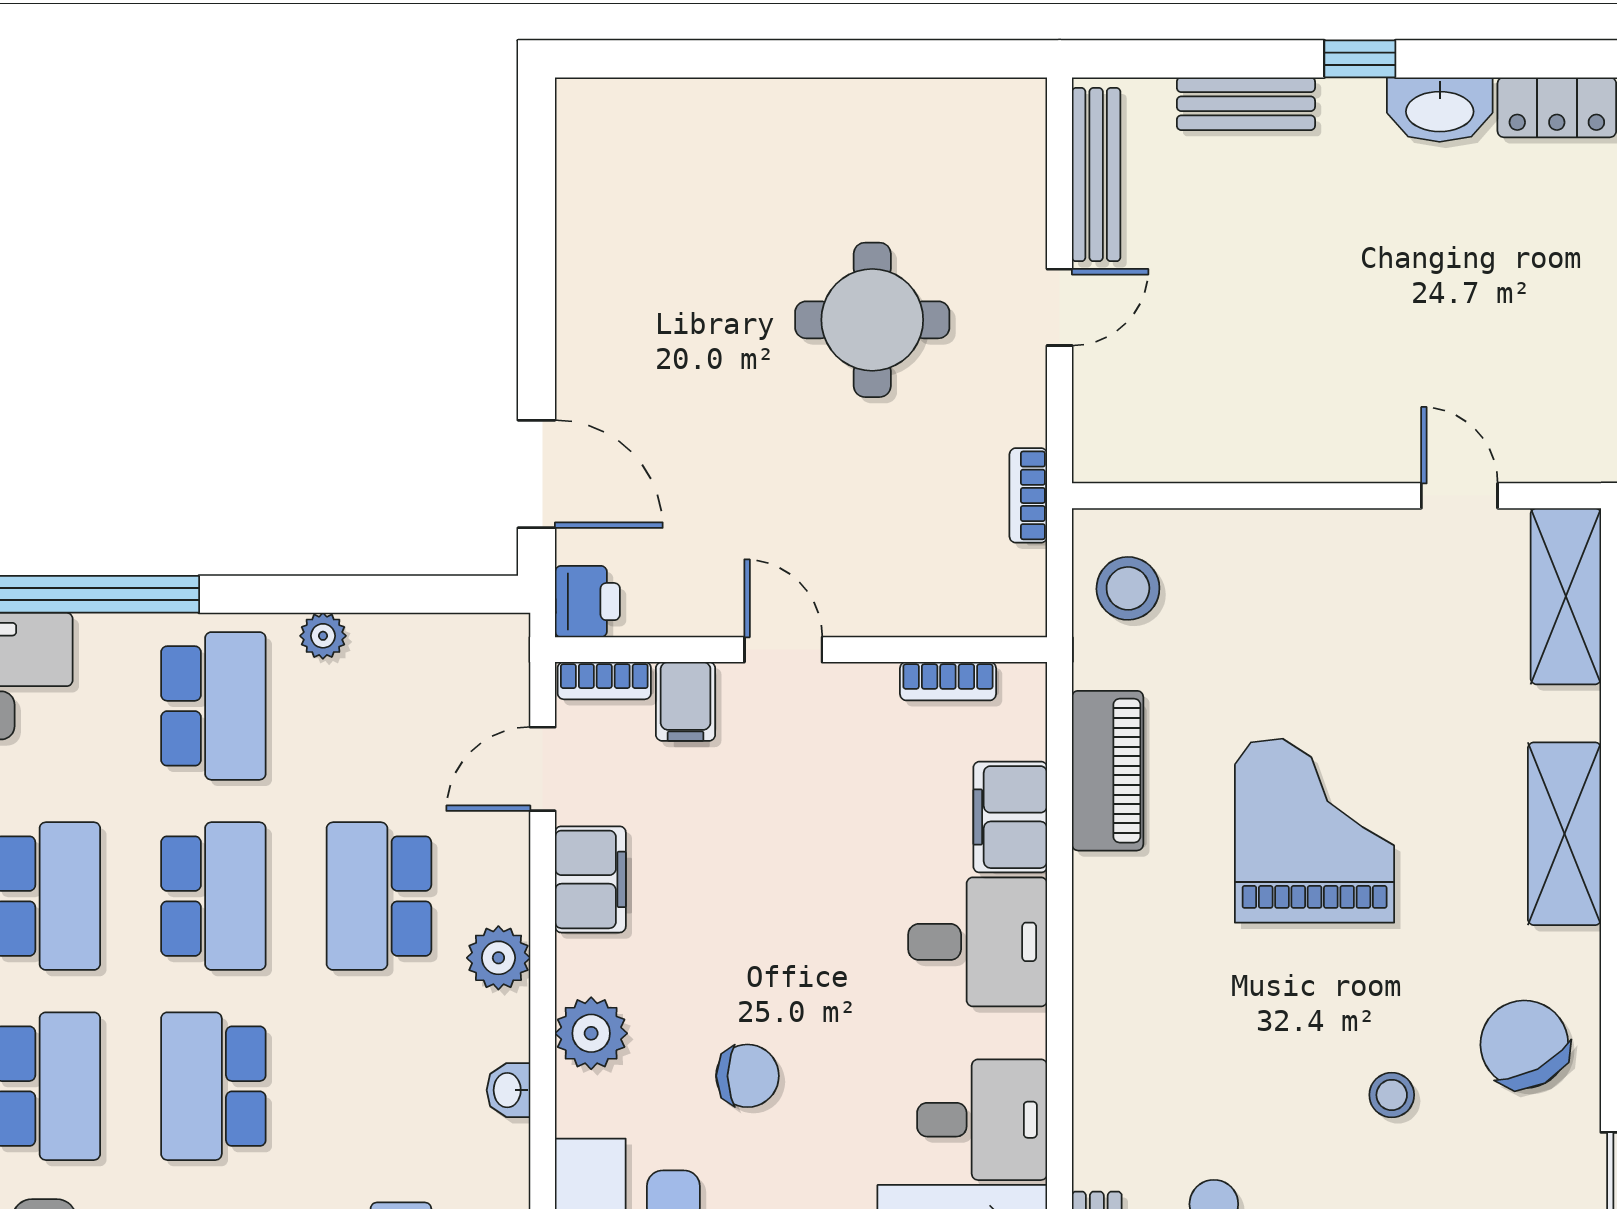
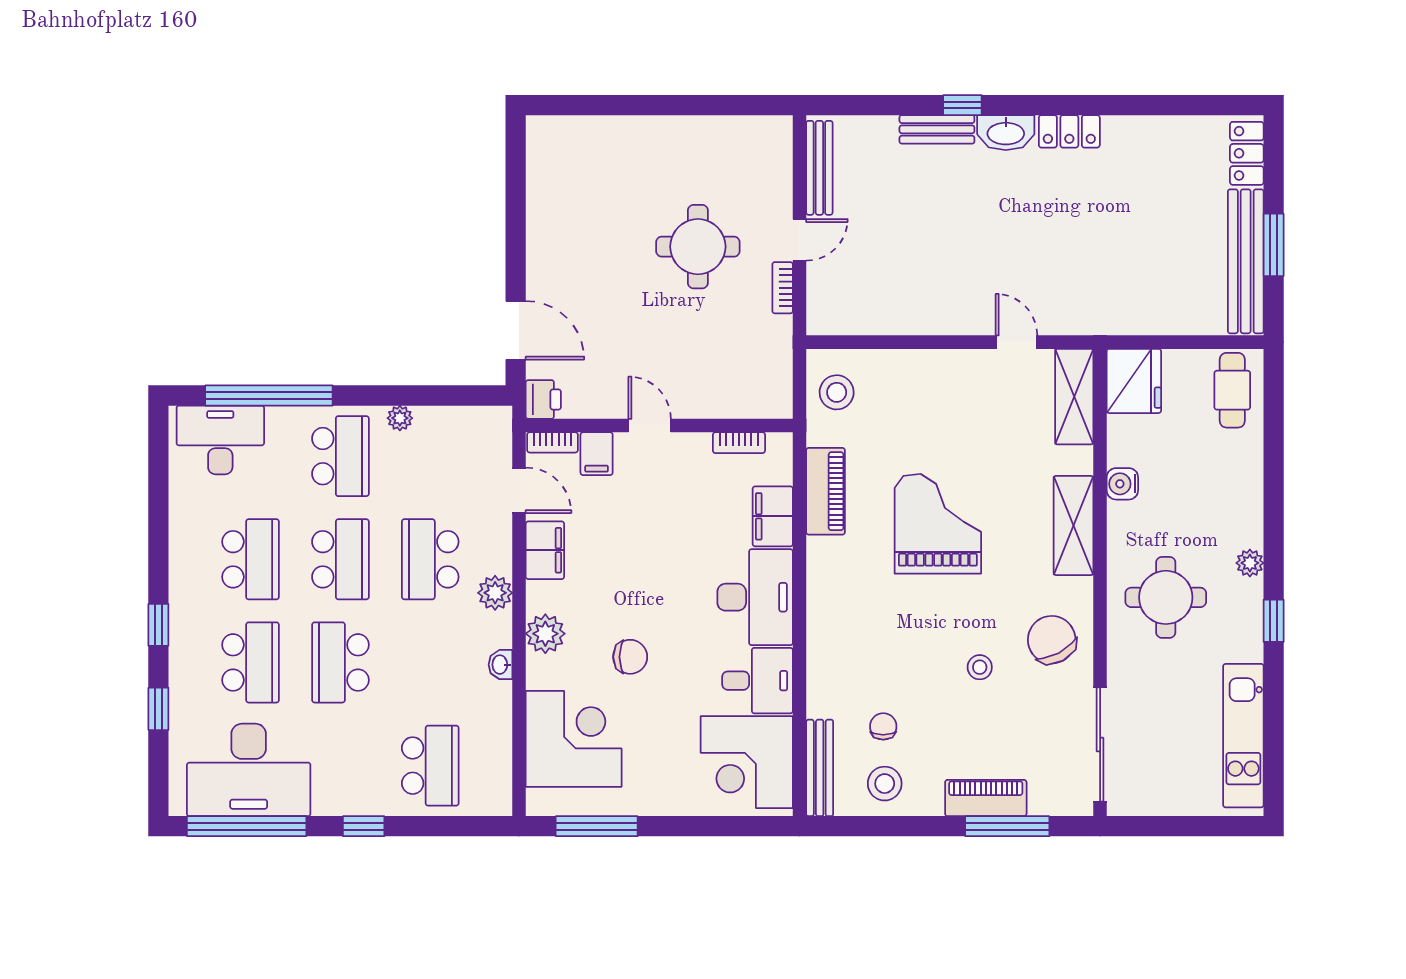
bench: (1246, 104) -> (937, 129), moved
bookcase: (1028, 495) -> (783, 288), moved
door: (543, 769) -> (519, 490), swing flipped
desk: (978, 942) -> (755, 597), width x1.37

